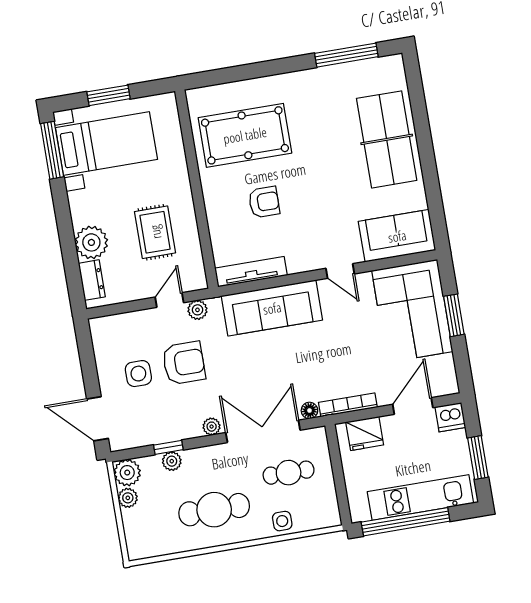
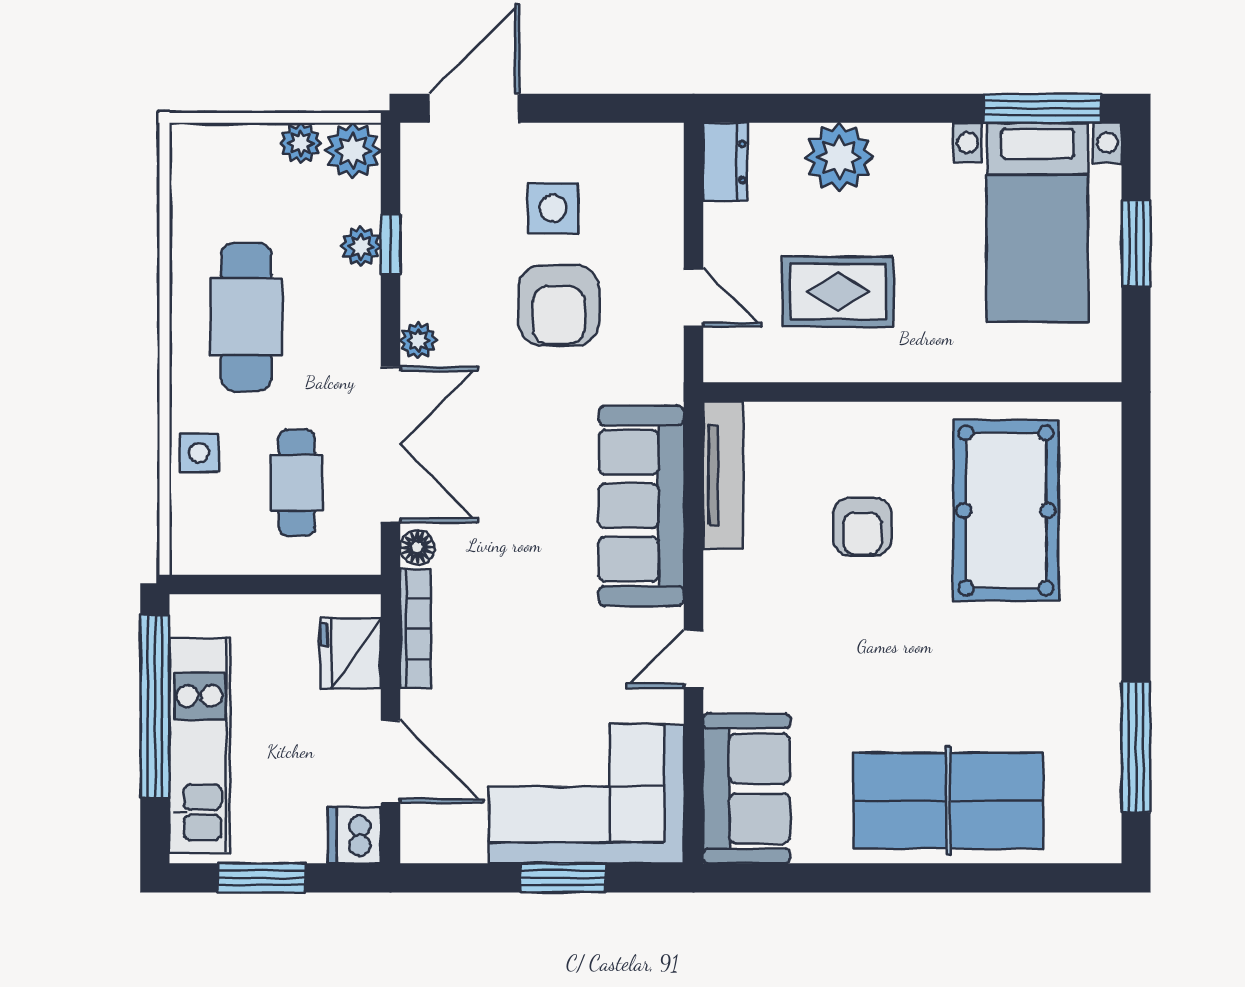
dresser: (92, 280) -> (725, 162), moved, turned -90
plant: (197, 310) -> (663, 352), removed

